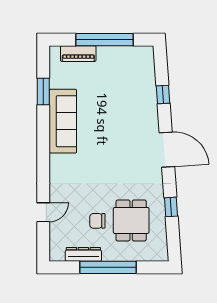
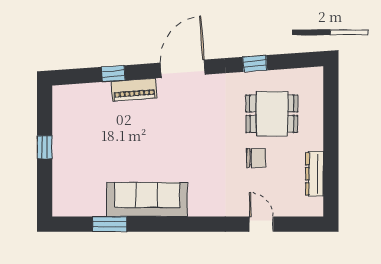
window: (104, 40) -> (45, 147), width x0.32
piano: (78, 54) -> (134, 90), moved, turned 86
chair: (97, 221) -> (256, 158), moved, turned -90
window: (108, 267) -> (331, 143), removed

